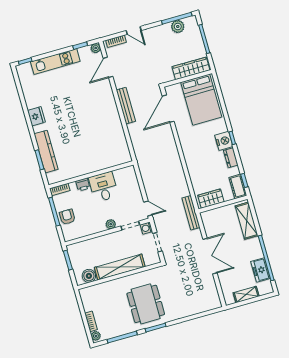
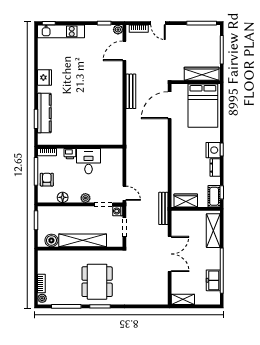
plant: (178, 26) -> (200, 31), removed
kitchen unit: (55, 61) -> (61, 31), moved
floor lamp: (88, 230) -> (63, 197), added
shelving: (246, 295) -> (183, 299), moved

